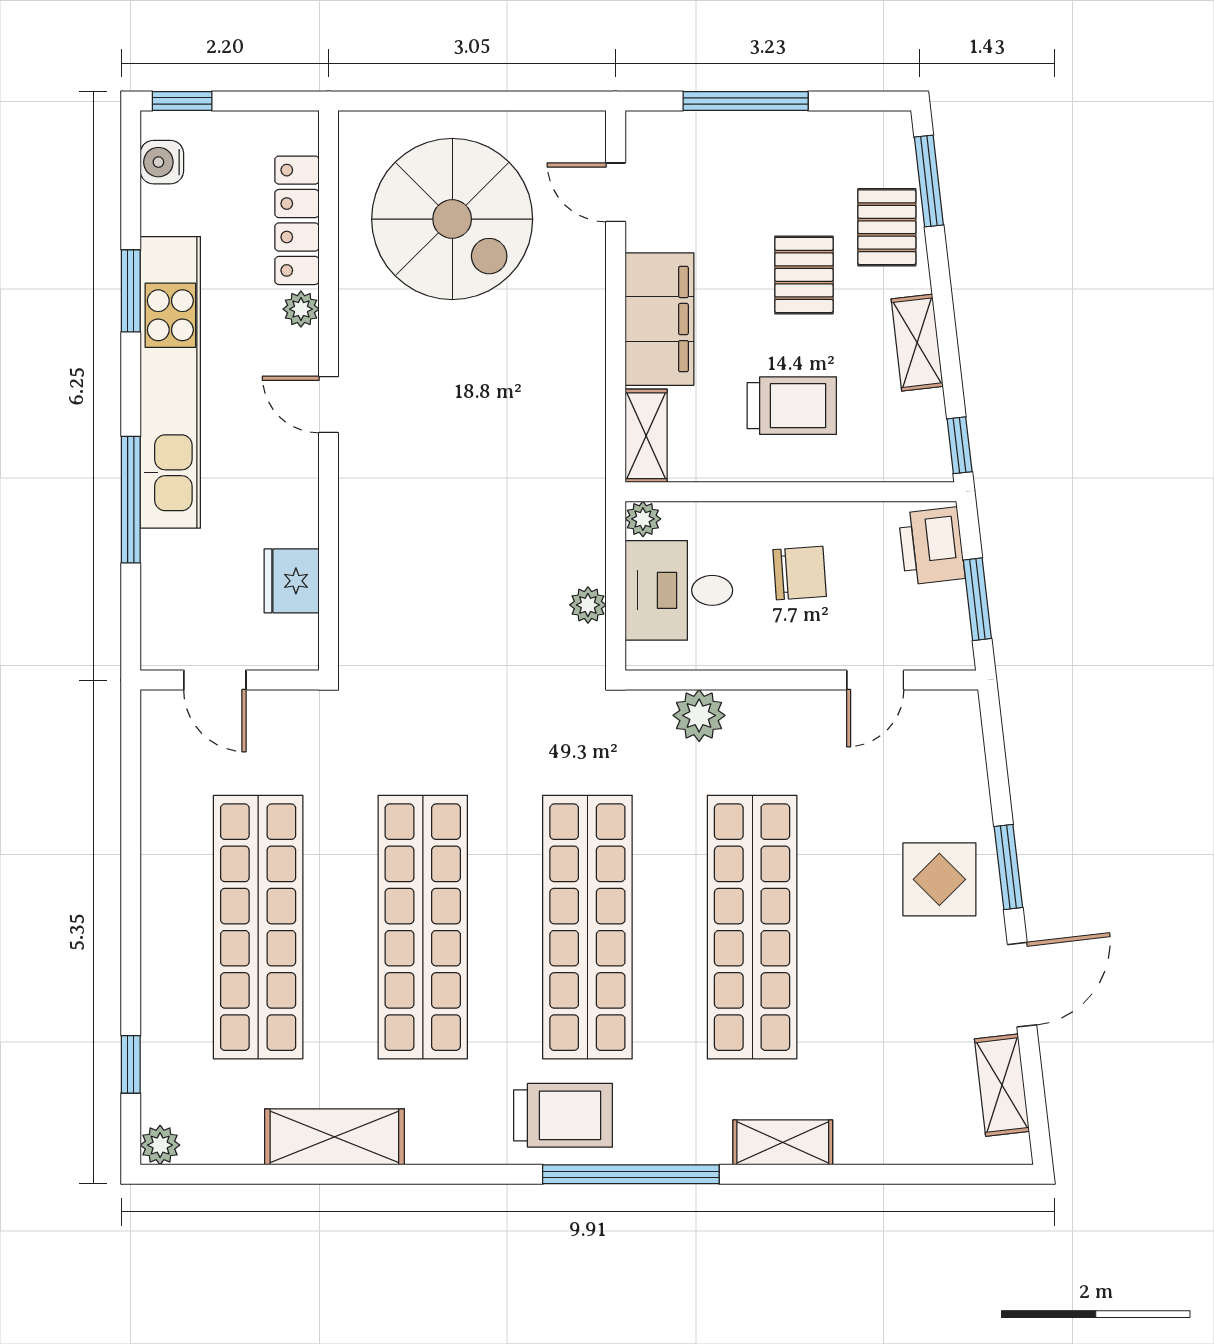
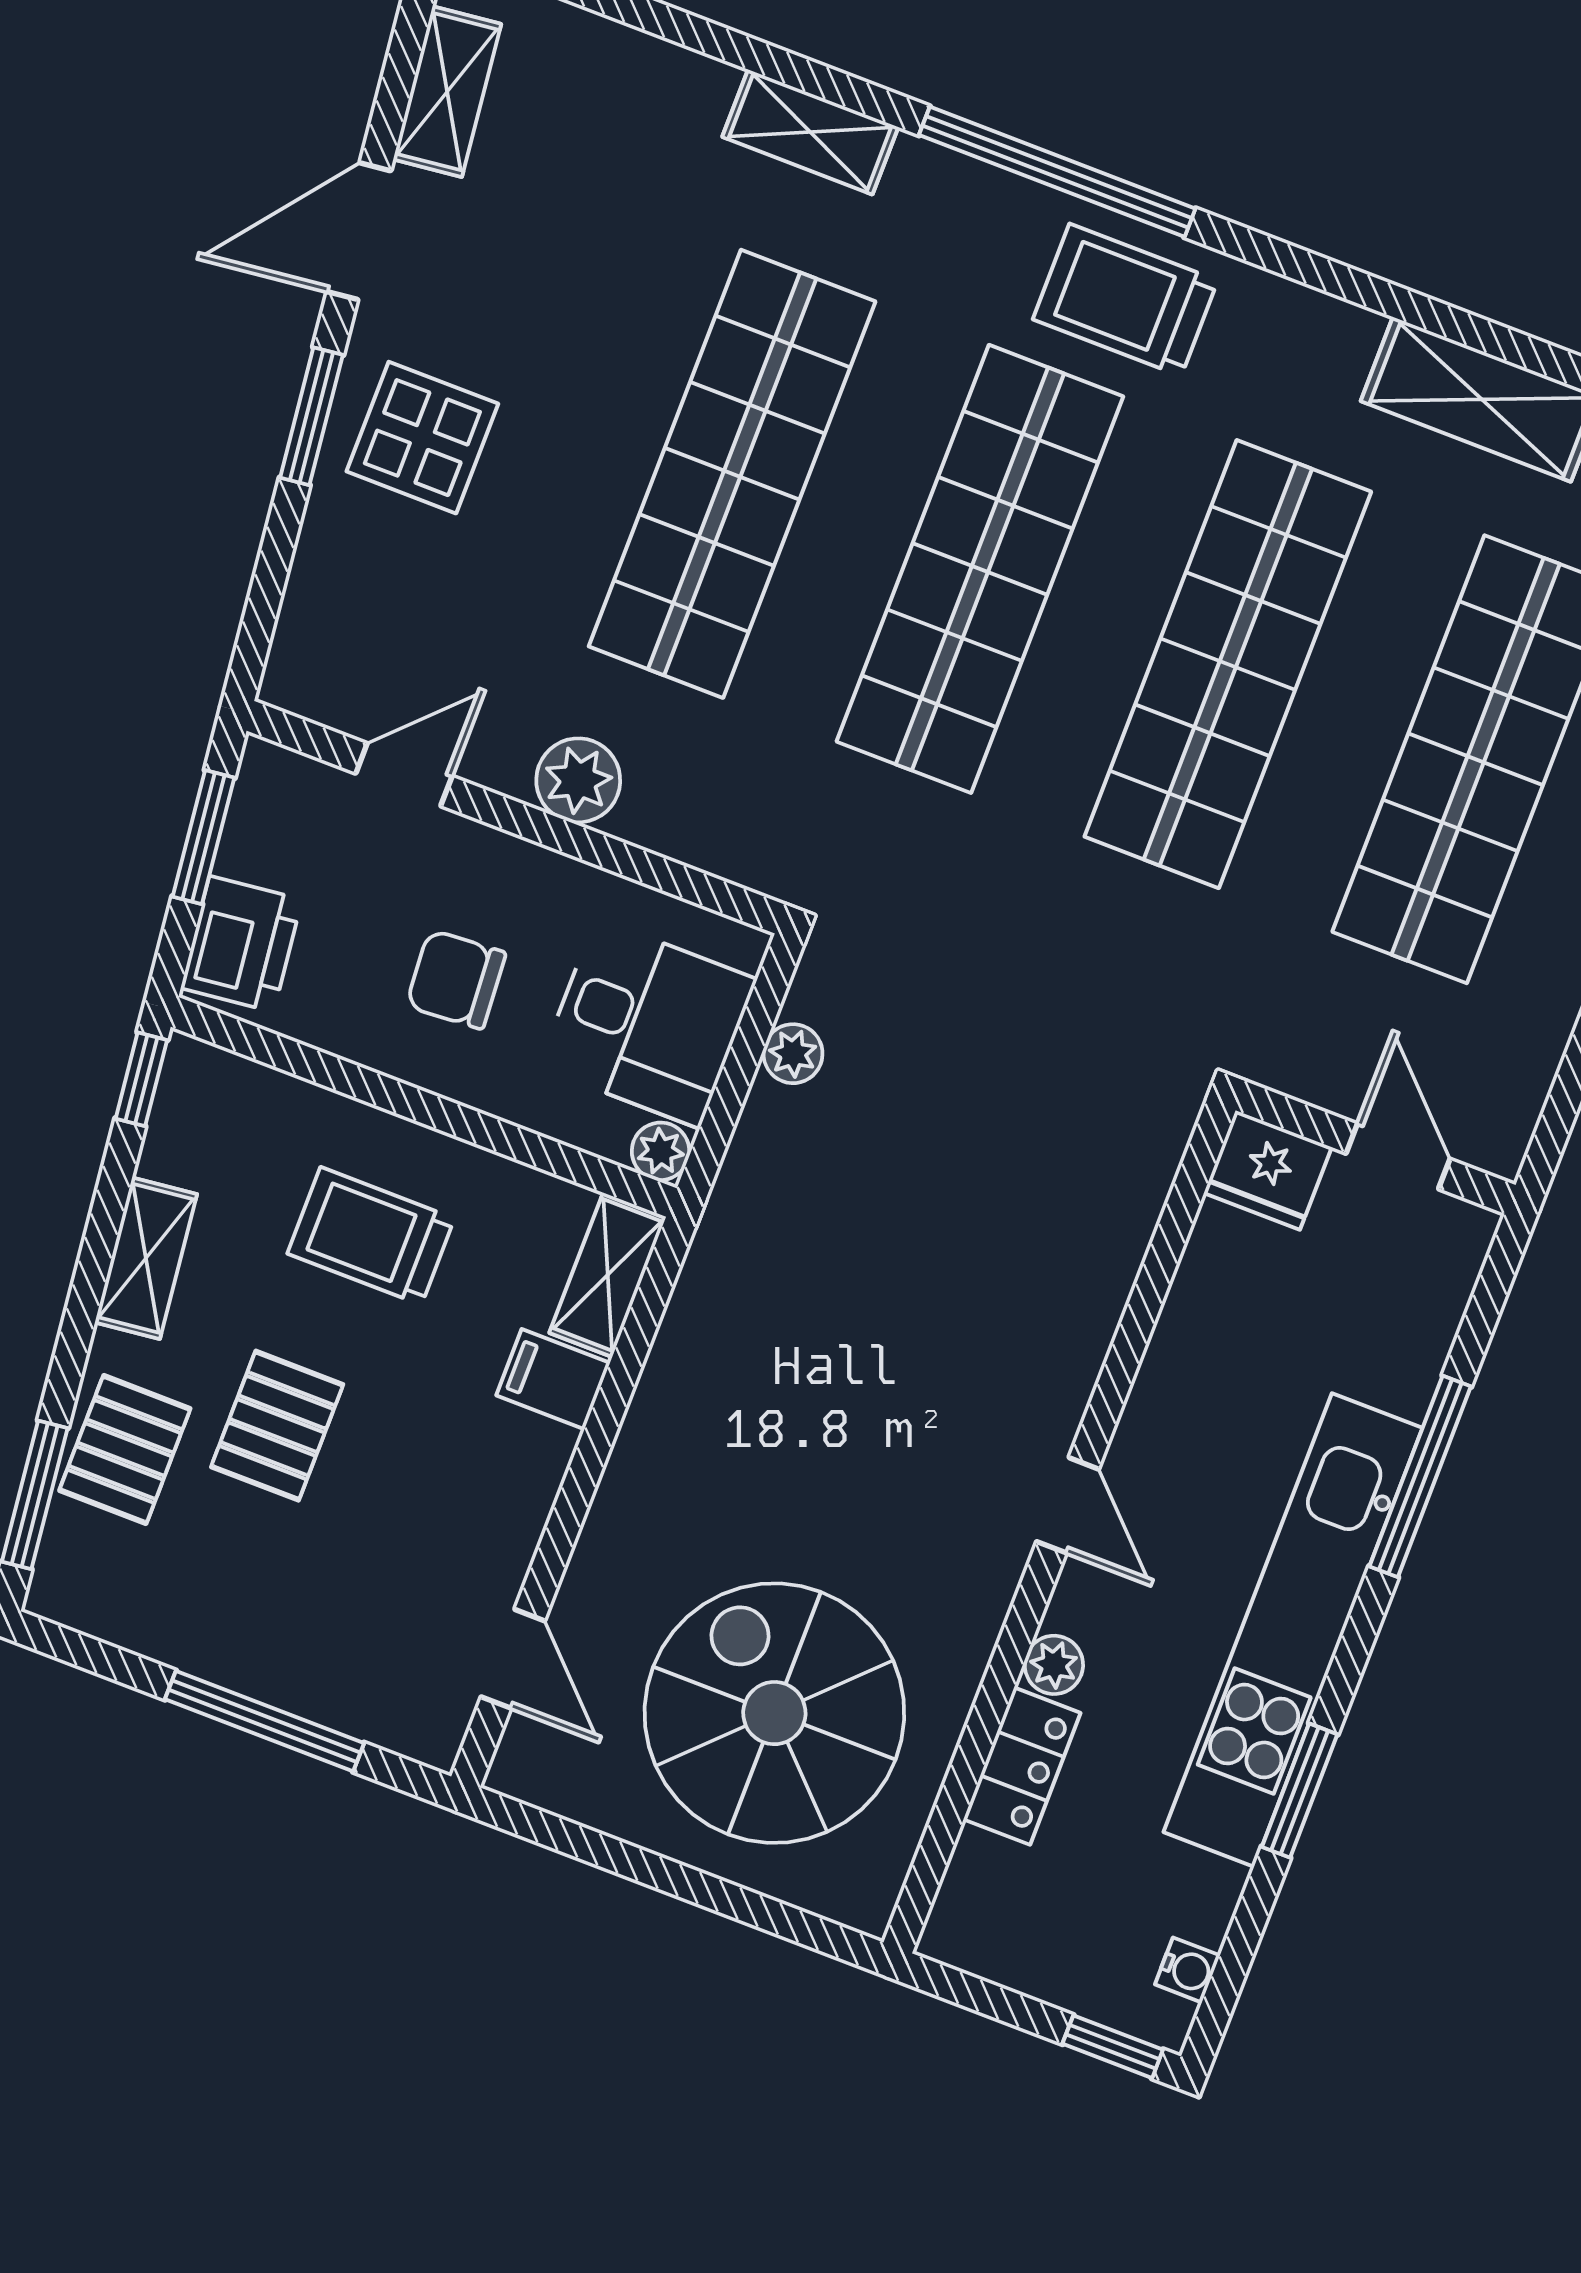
water cooler: (162, 162) -> (1187, 1970), width x0.72, depth x0.72
locker: (297, 220) -> (1022, 1766), width x0.66
filing cabinet: (659, 319) -> (553, 1379), width x0.33, depth x0.86
fridge: (292, 581) -> (1268, 1170), moved, turned 90
plant: (699, 715) -> (578, 780), moved

